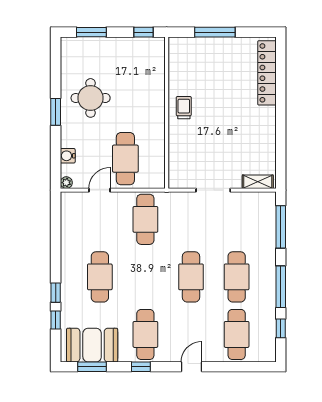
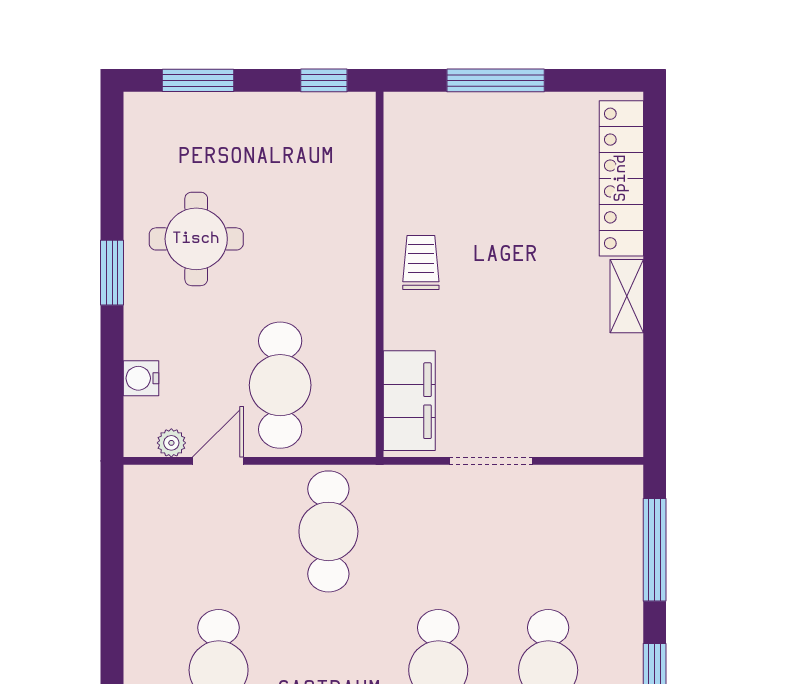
filing cabinet: (179, 165) -> (409, 401), added
shelving: (258, 182) -> (627, 296), moved, turned 90
plant: (66, 183) -> (171, 443), moved

